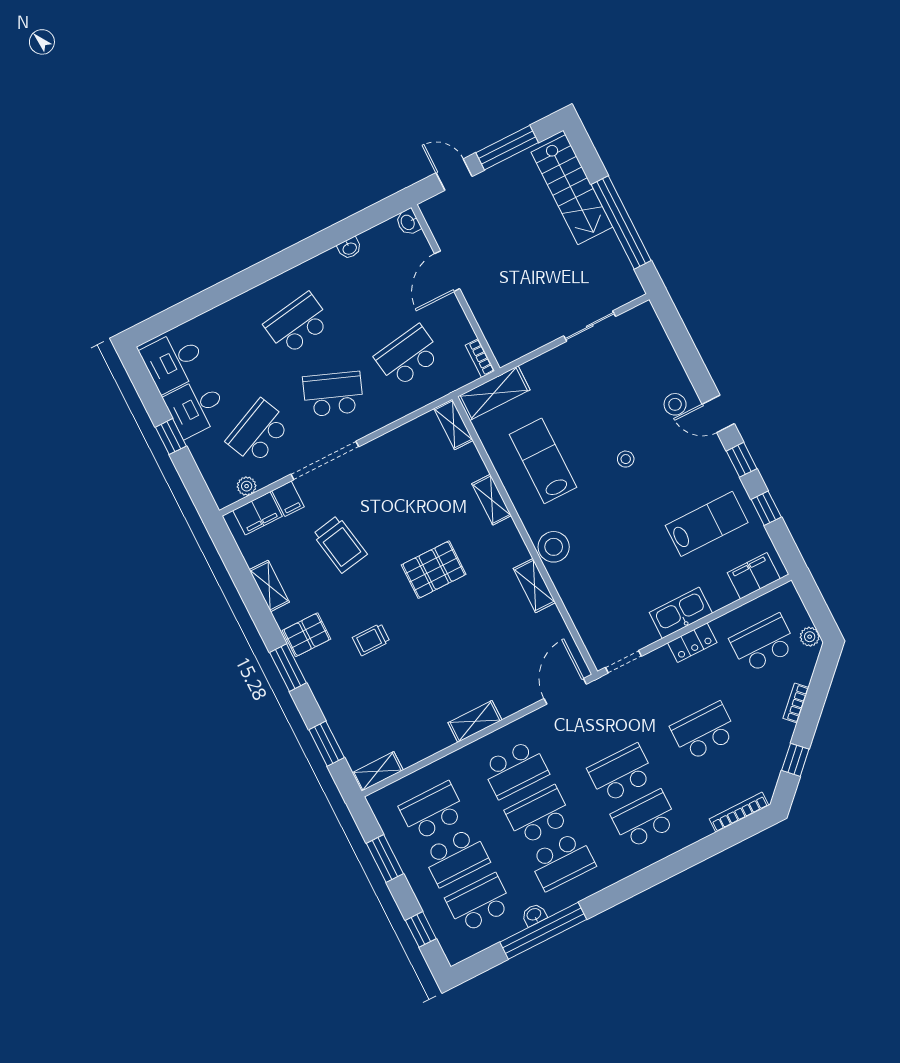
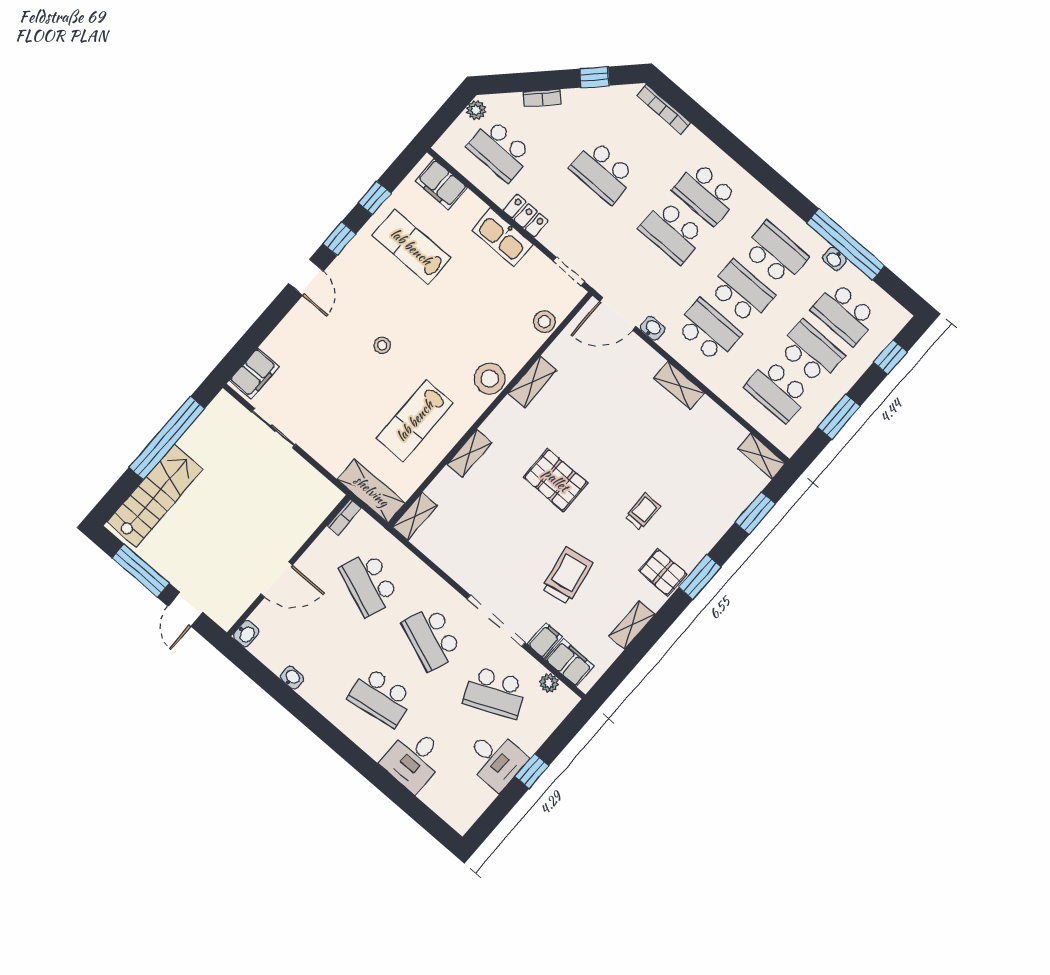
filing cabinet: (648, 329) -> (254, 373), added
school desk: (408, 356) -> (369, 584), turned 30
desk: (174, 361) -> (414, 759), moved, turned 90
stool: (675, 404) -> (544, 322), moved
trolley: (371, 640) -> (643, 511), turned -90
washbasin: (538, 718) -> (653, 328), added
school desk: (538, 815) -> (742, 292), turned 180

